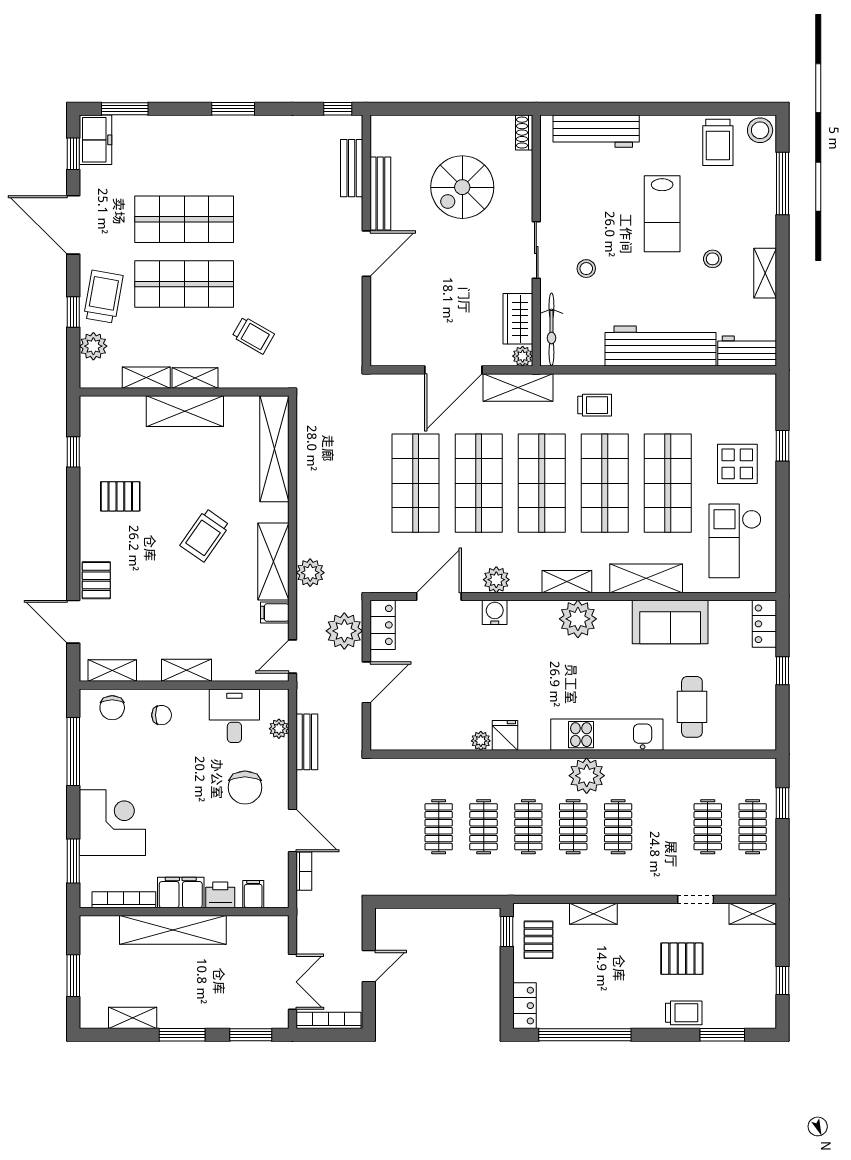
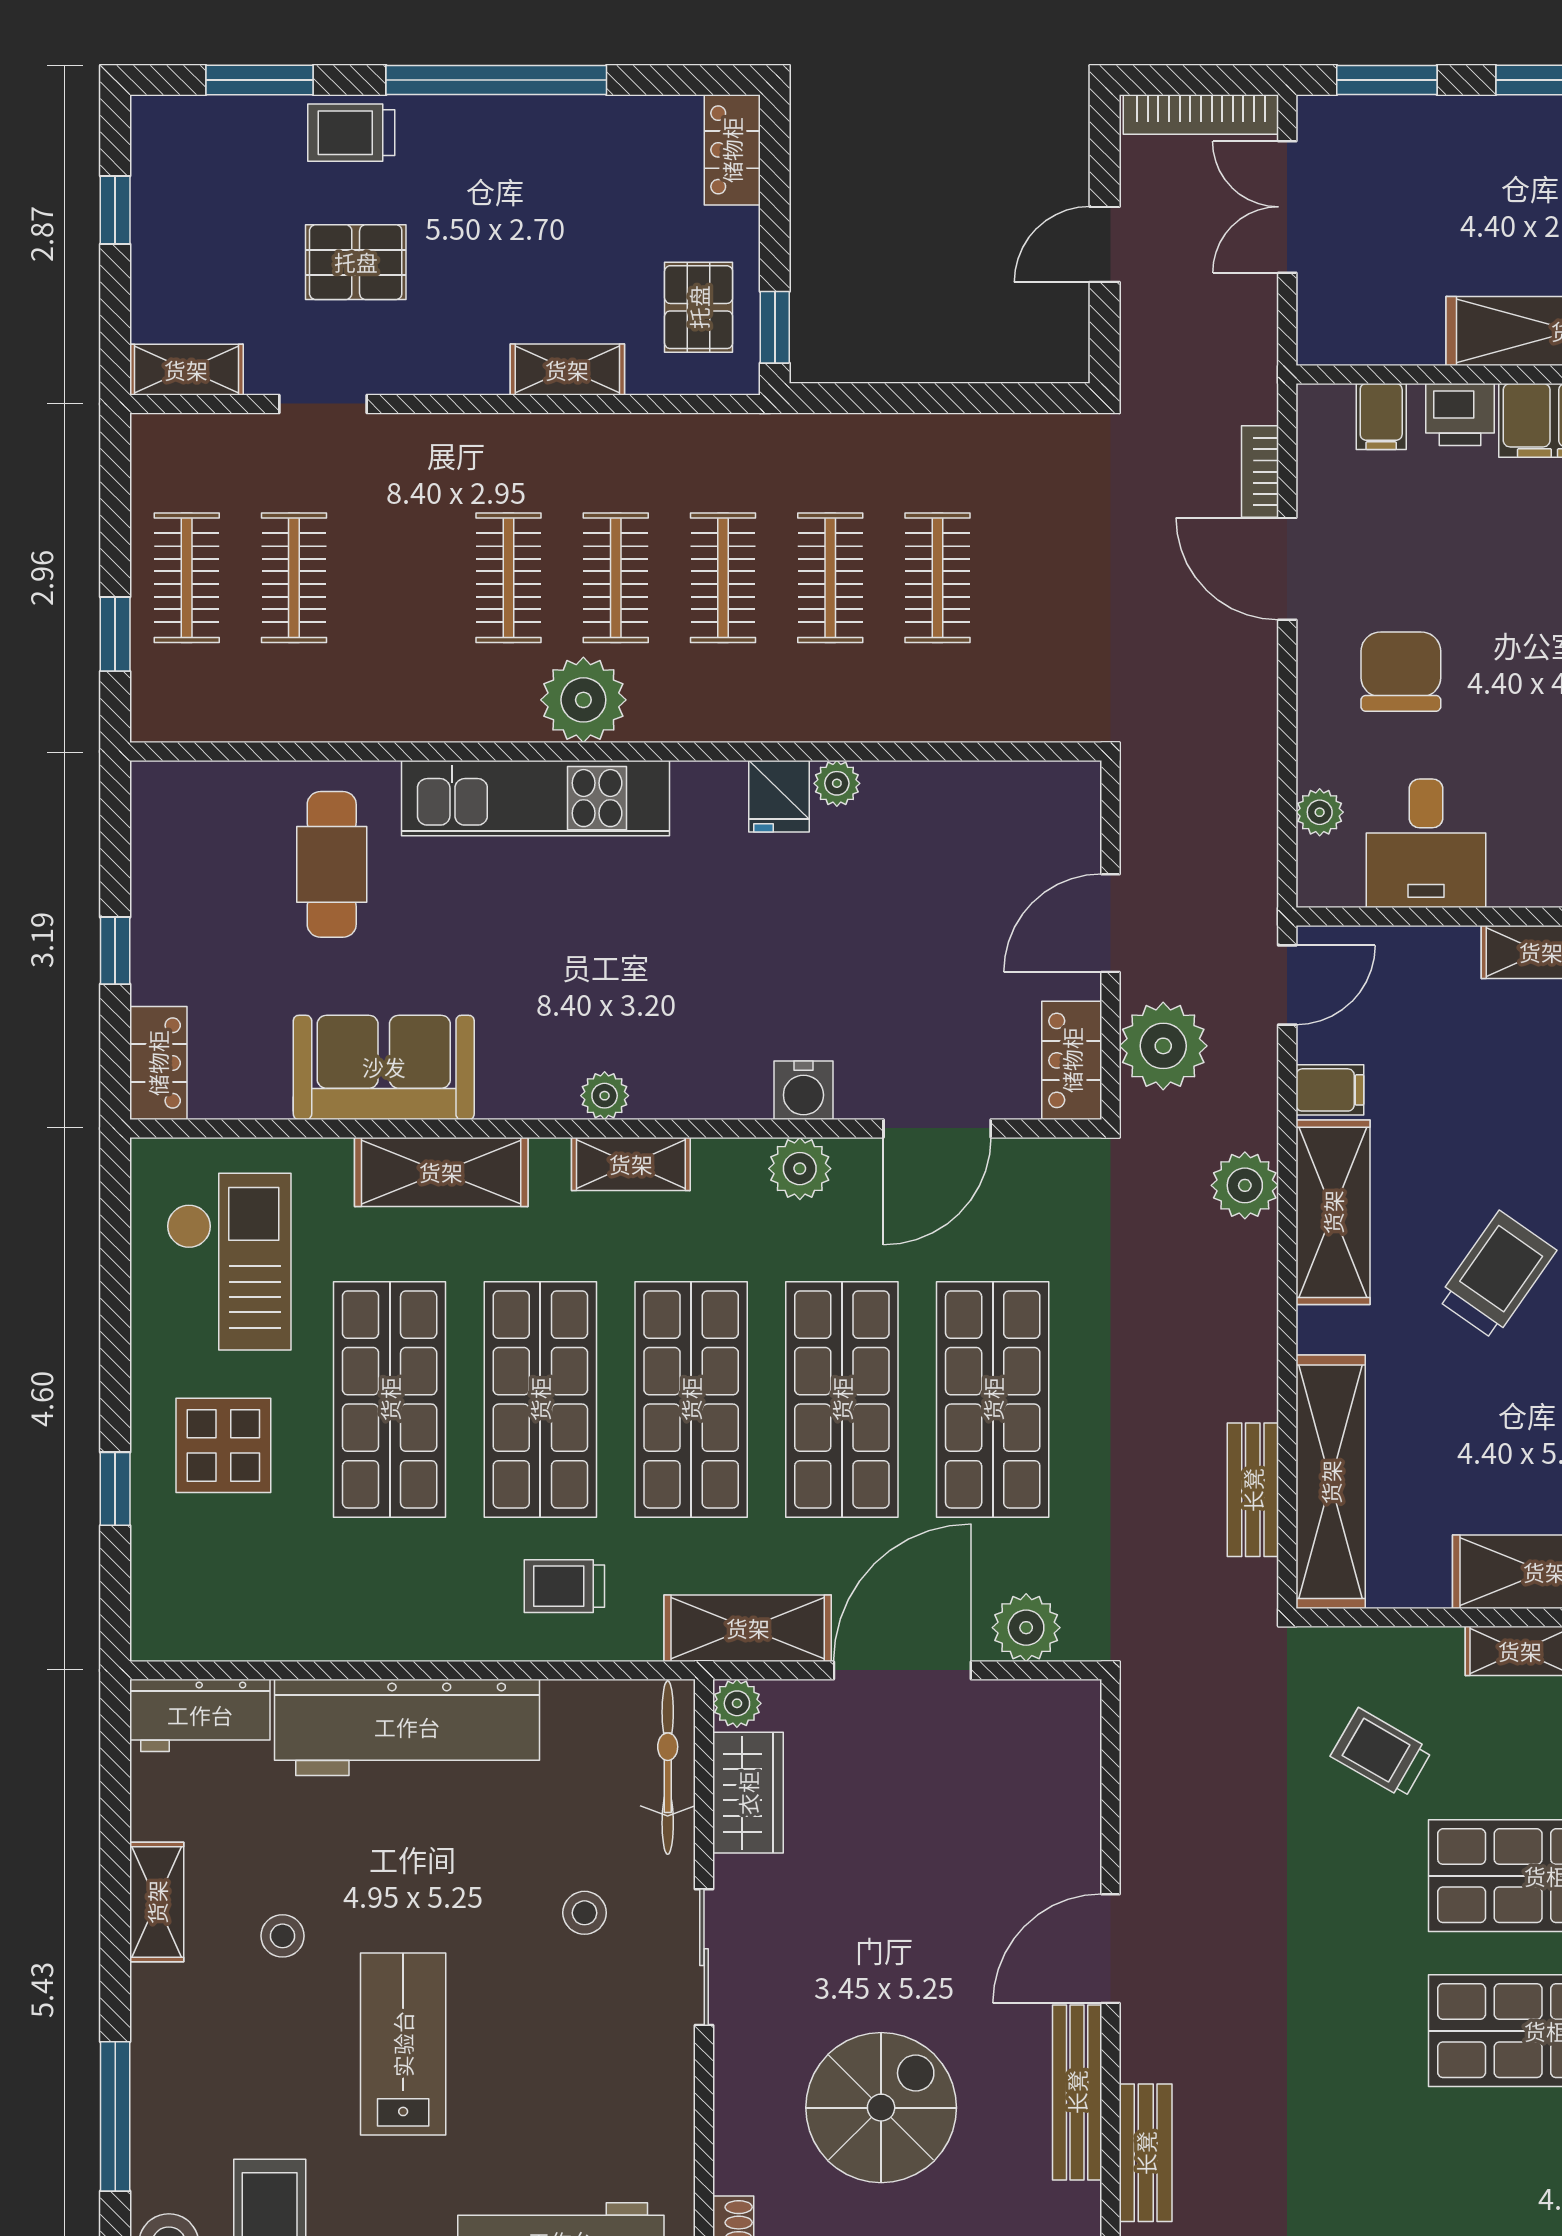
plant: (402, 388) -> (1026, 1628), added
plant: (578, 619) -> (605, 1096), width x0.53, depth x0.53
bench: (307, 742) -> (1253, 1490), moved
window: (585, 1035) -> (496, 80), moved

